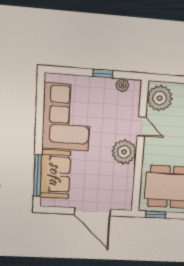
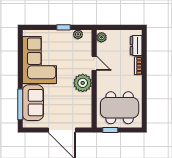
plant: (160, 98) -> (101, 37), width x0.53, depth x0.53

